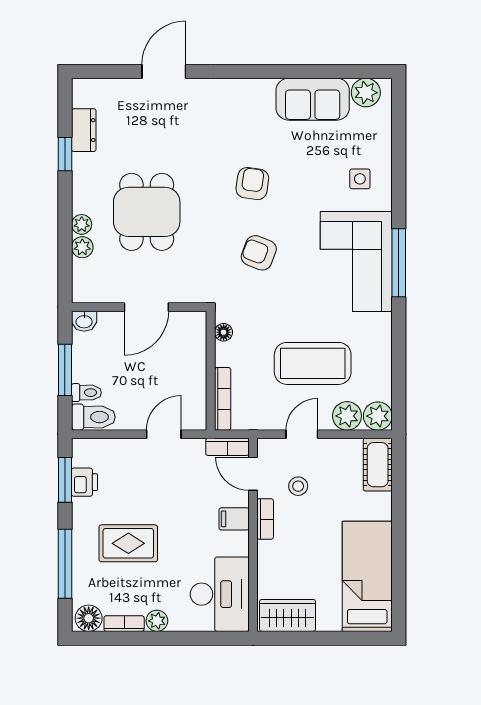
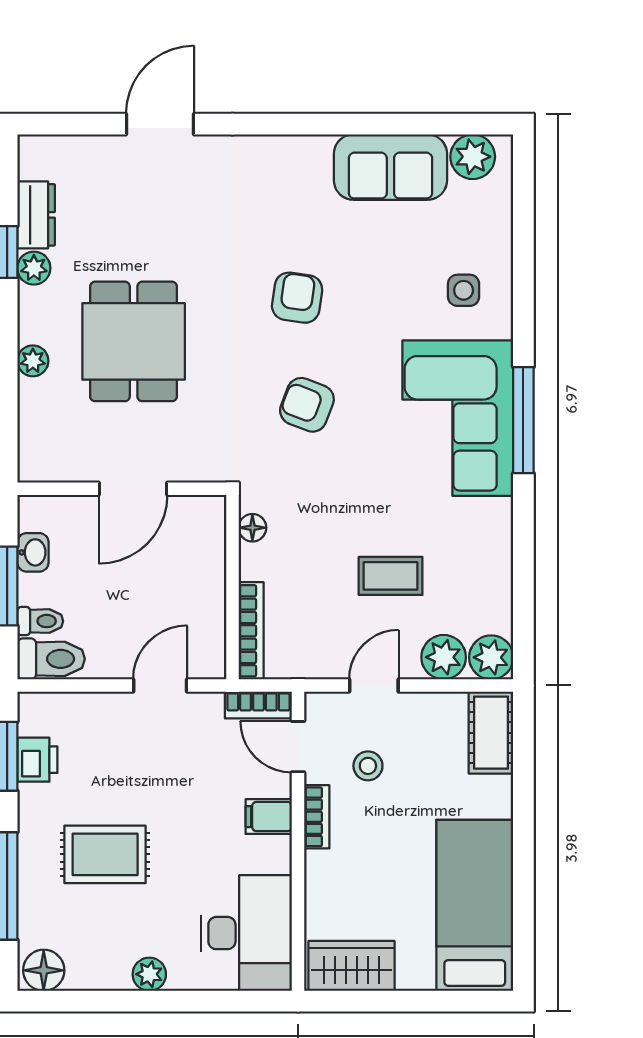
plant: (82, 247) -> (34, 268), moved
washbasin: (84, 321) -> (33, 552), moved, turned -90
coffee table: (313, 363) -> (391, 576), width x0.54, depth x0.58
bookcase: (124, 624) -> (98, 979), removed

